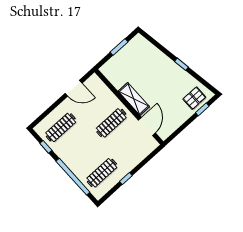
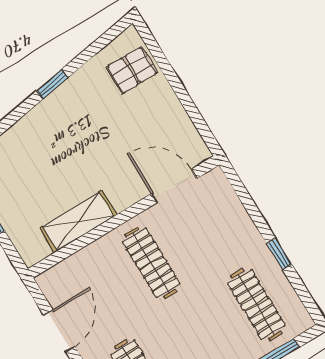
pallet: (194, 98) -> (132, 70), turned 90
shelving: (134, 99) -> (78, 221), moved
window: (202, 109) -> (160, 58), removed

